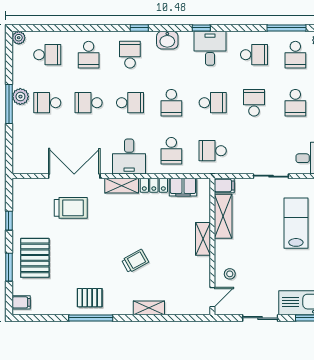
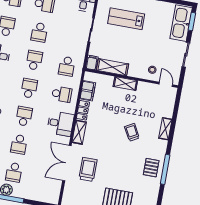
school desk: (171, 103) -> (29, 88), turned -90
school desk: (254, 103) -> (39, 32), turned -90

